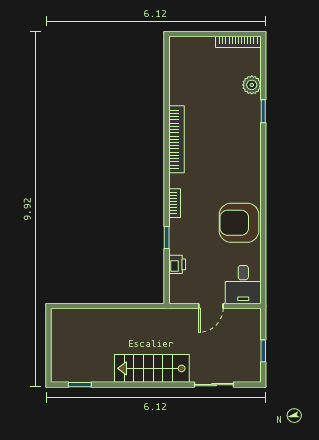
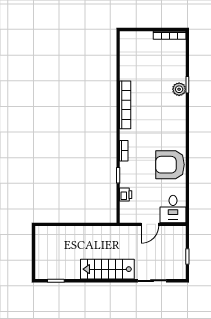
plant: (252, 85) -> (179, 89), moved

